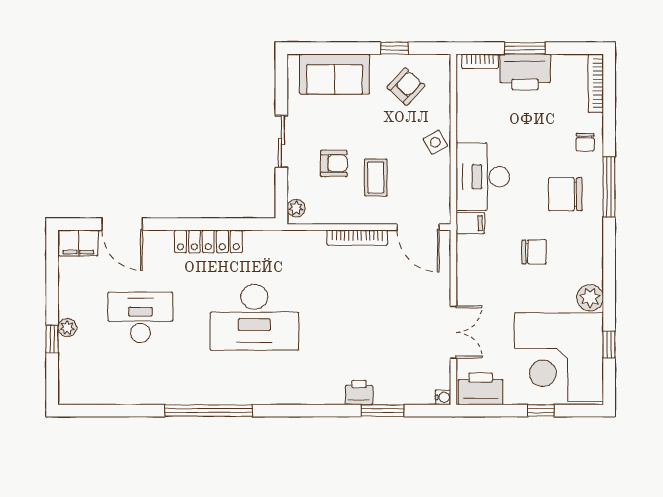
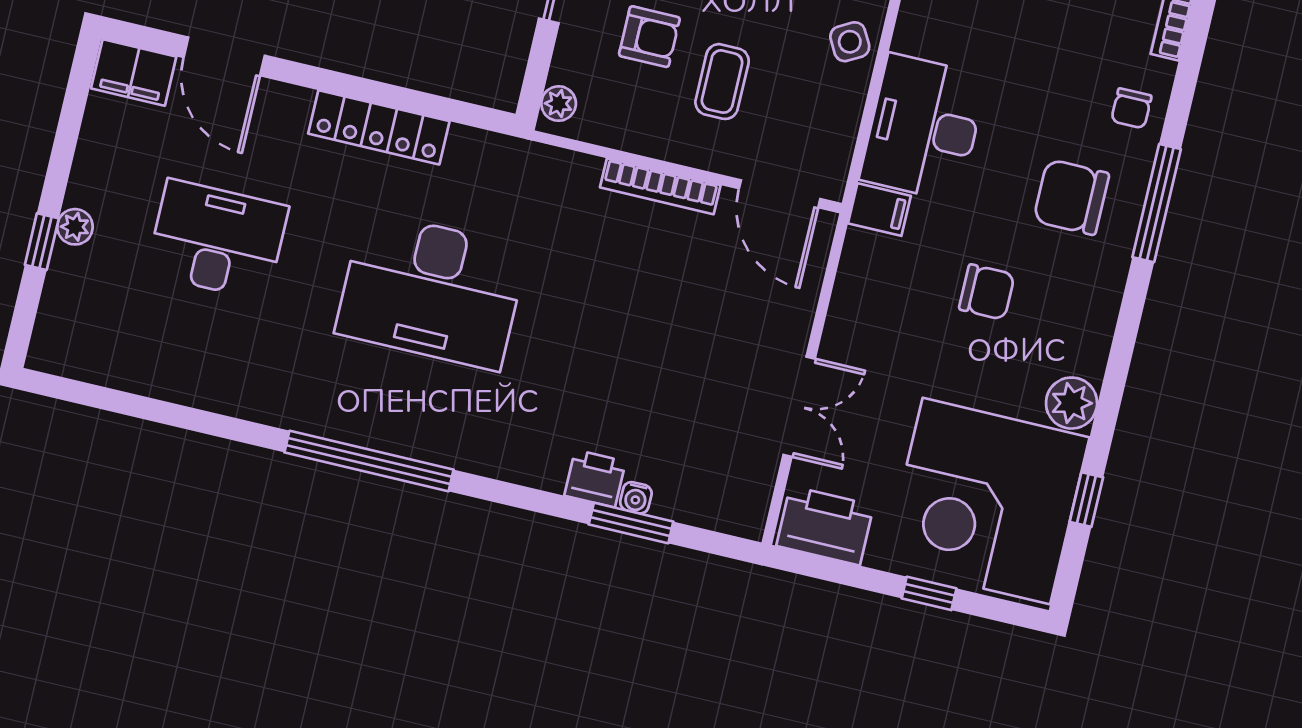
water cooler: (443, 397) -> (636, 498), moved, turned 90
window: (208, 411) -> (369, 461), moved

